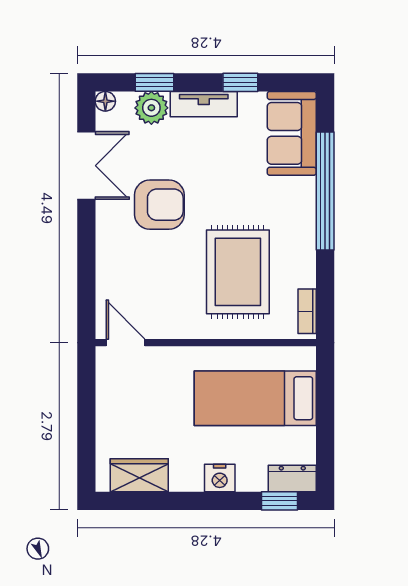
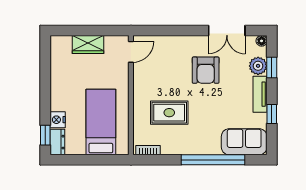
rug: (238, 272) -> (169, 113), width x0.73, depth x0.70
wardrobe: (139, 475) -> (88, 45), moved, turned 90
nightstand: (220, 478) -> (58, 120), moved

